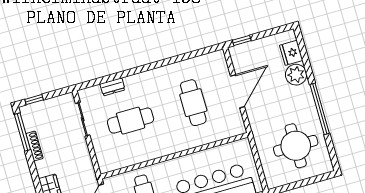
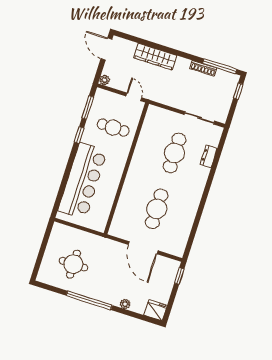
fridge: (291, 53) -> (156, 310), moved
plant: (296, 75) -> (125, 304), width x0.53, depth x0.53
cafe table: (193, 103) -> (157, 209), turned 90
round table: (296, 146) -> (73, 264), width x0.73, depth x0.73

